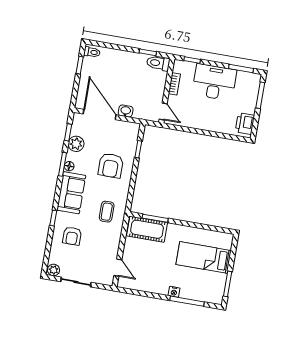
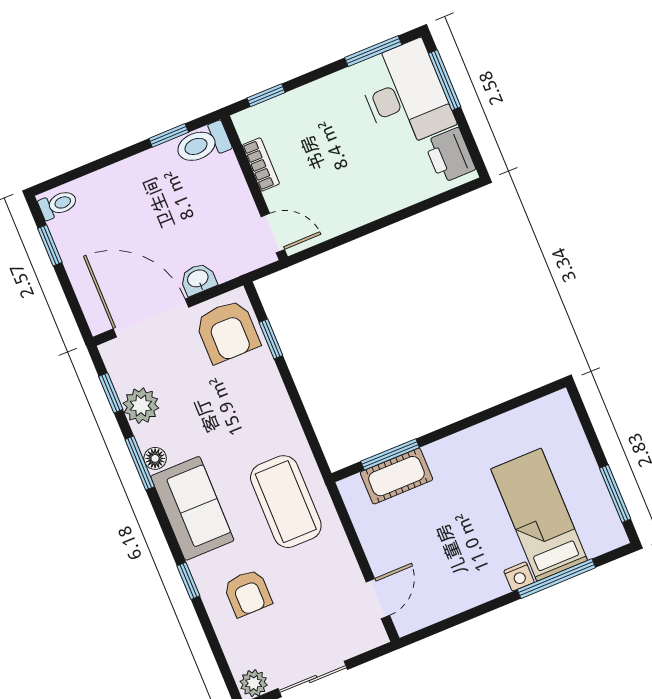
desk: (214, 82) -> (405, 95), moved, turned 90
armchair: (111, 166) -> (227, 331), moved
coffee table: (107, 212) -> (286, 502), width x1.86, depth x1.72
cot: (147, 229) -> (396, 476), width x0.73, depth x0.75
bed: (204, 257) -> (539, 515), moved, turned 90
door: (118, 268) -> (378, 599), hinge flipped

